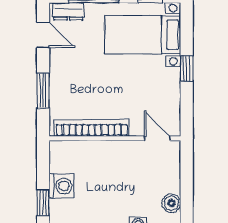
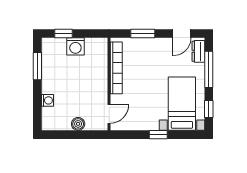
boiler: (171, 203) -> (78, 124), moved

